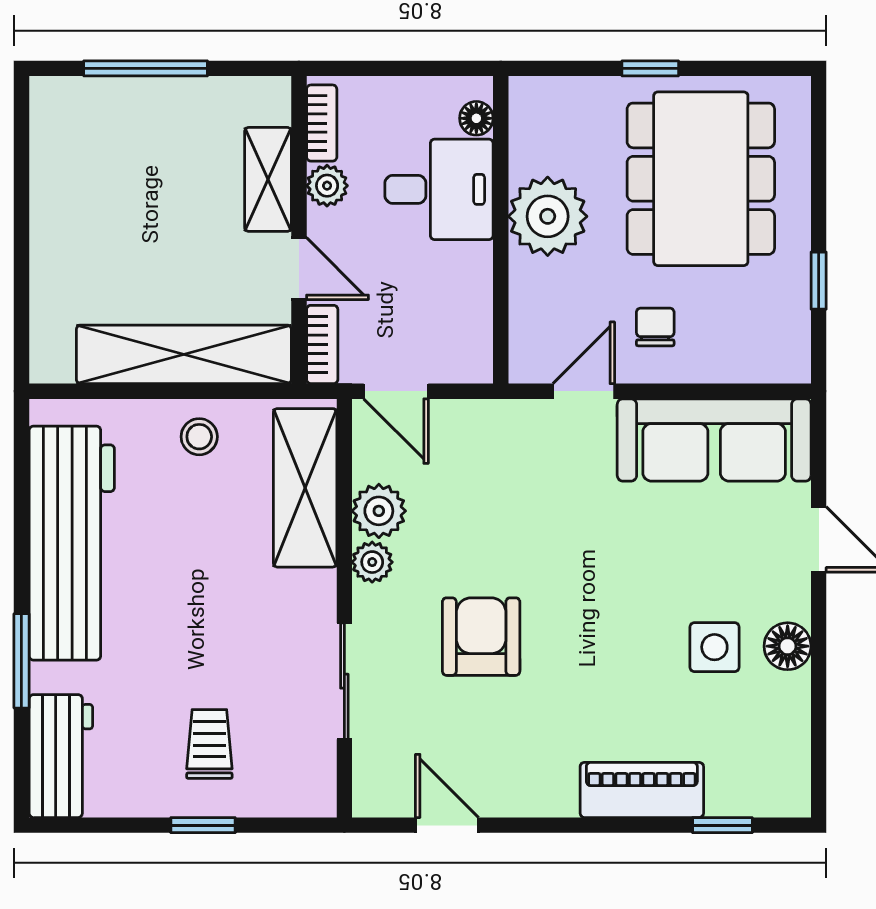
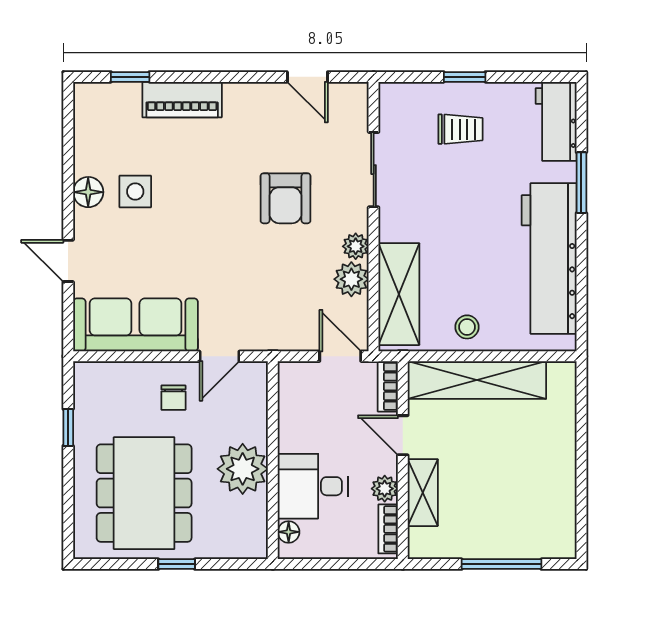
trolley: (209, 744) -> (460, 129), turned -90

